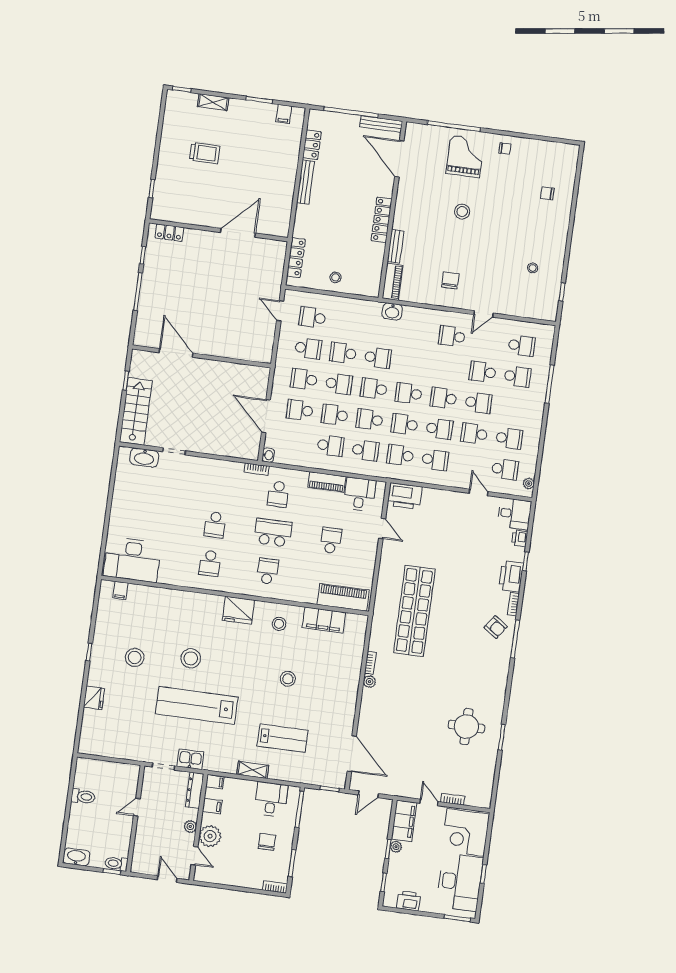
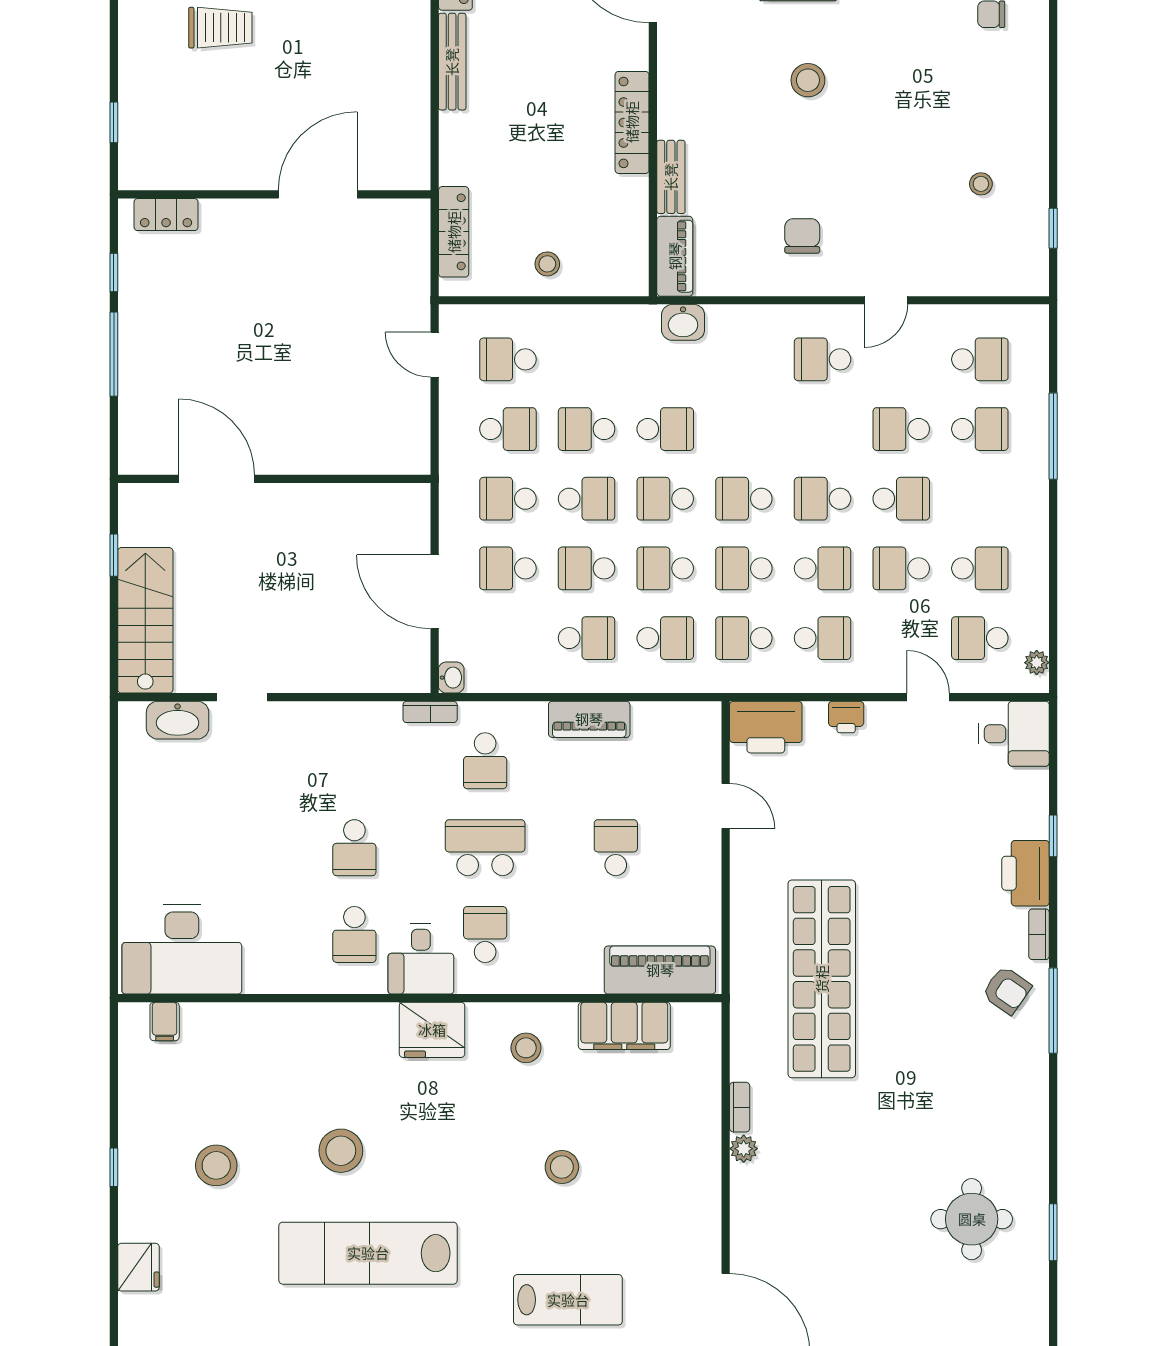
school desk: (505, 469) -> (980, 638), turned 180
desk: (360, 494) -> (421, 959), moved, turned 180
printer: (520, 538) -> (846, 717), moved, turned -90

